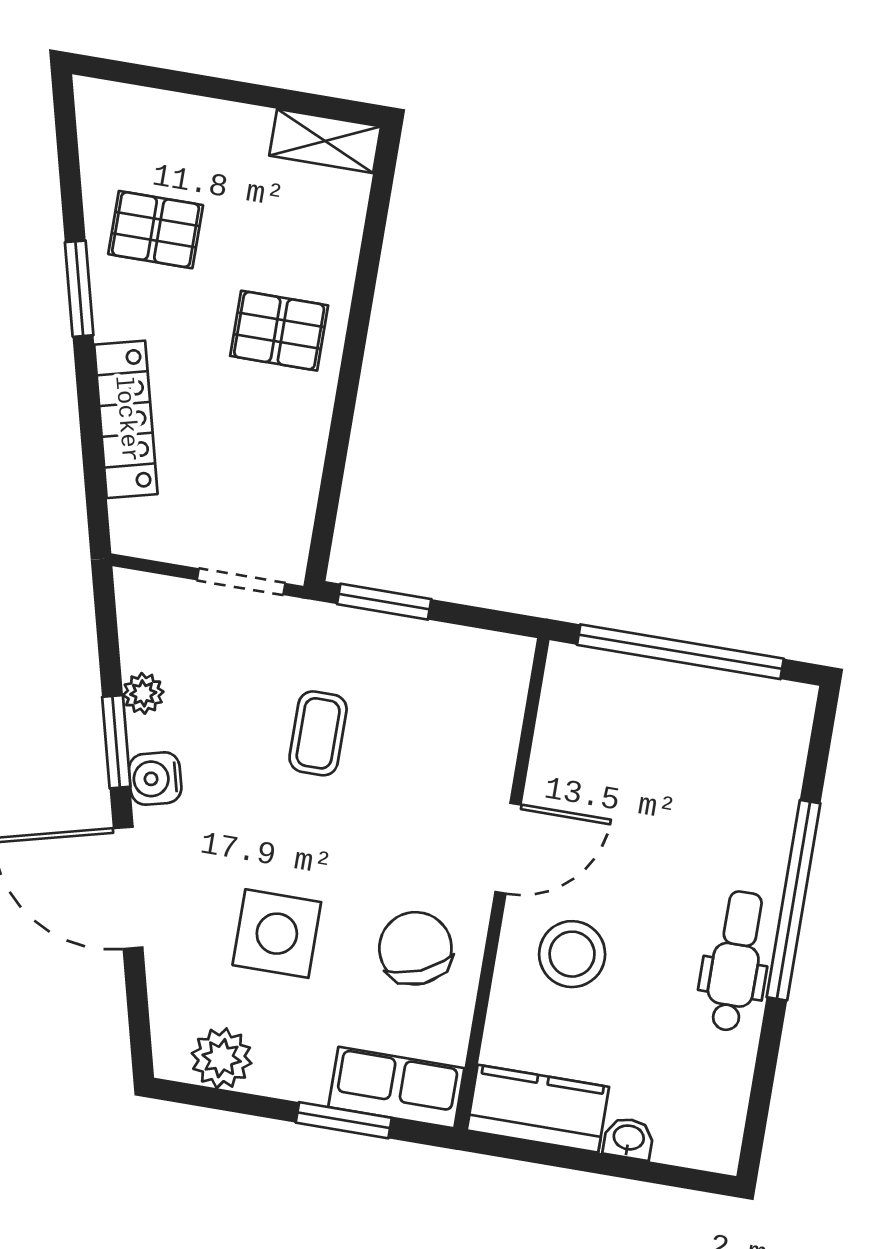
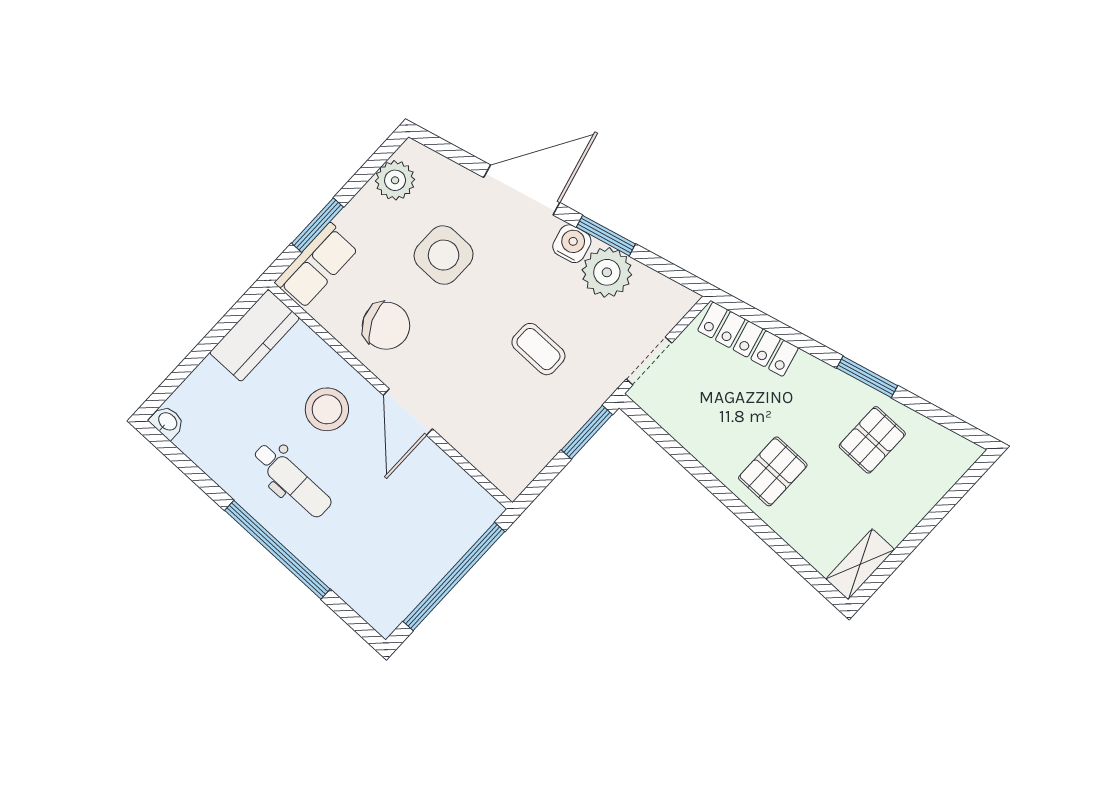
locker: (126, 419) -> (748, 339), moved
plant: (143, 693) -> (607, 272), width x1.87, depth x1.87
dental chair: (736, 961) -> (292, 480), moved
washbasin: (629, 1139) -> (167, 422), moved, turned -90

